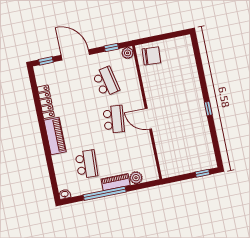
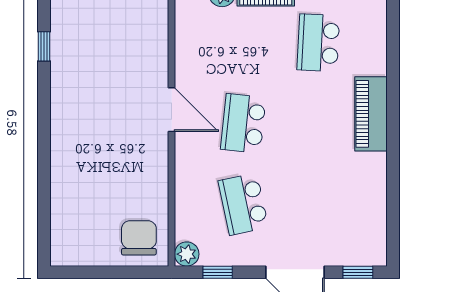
chair: (151, 56) -> (139, 238), turned 86
locker: (46, 102) -> (376, 188), removed
window: (208, 108) -> (44, 46), moved

